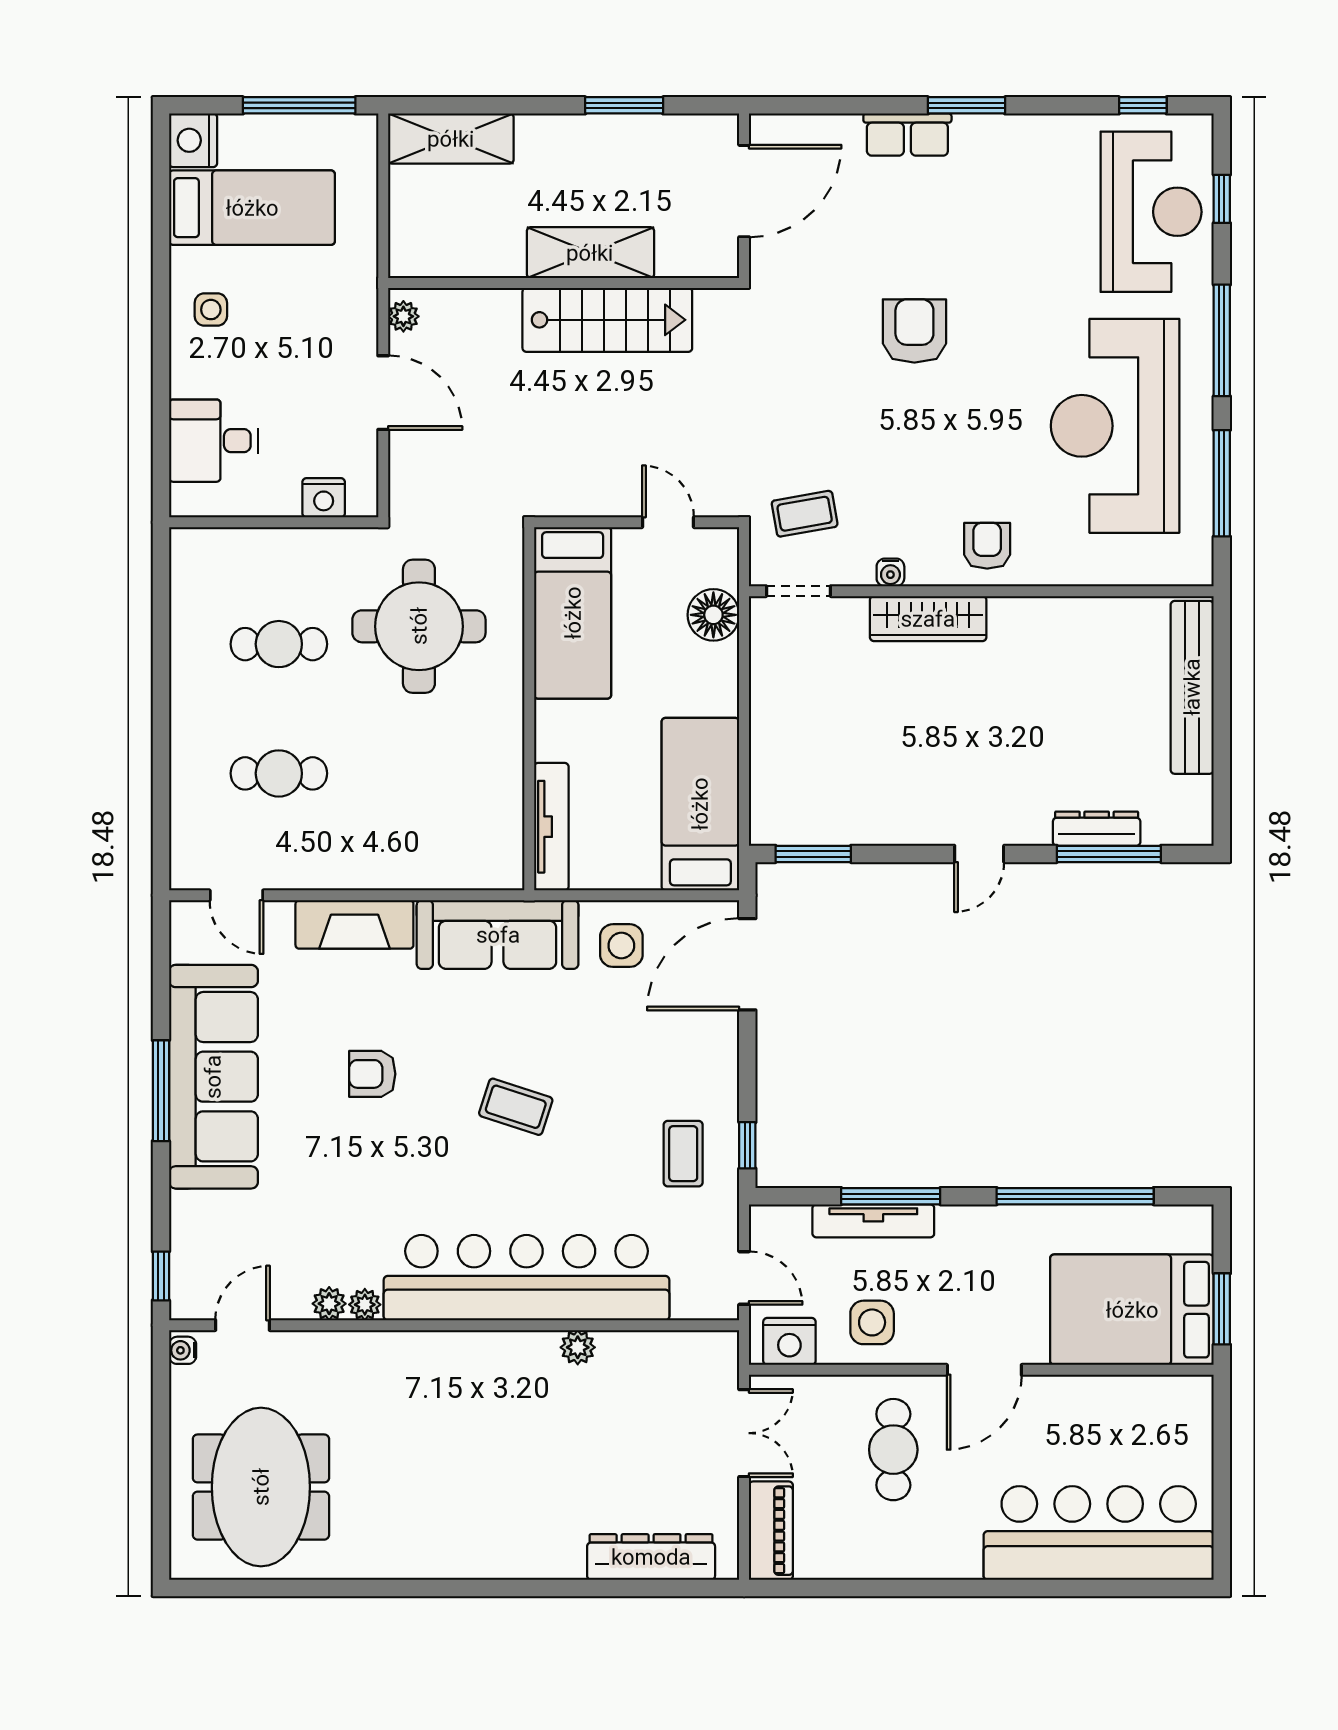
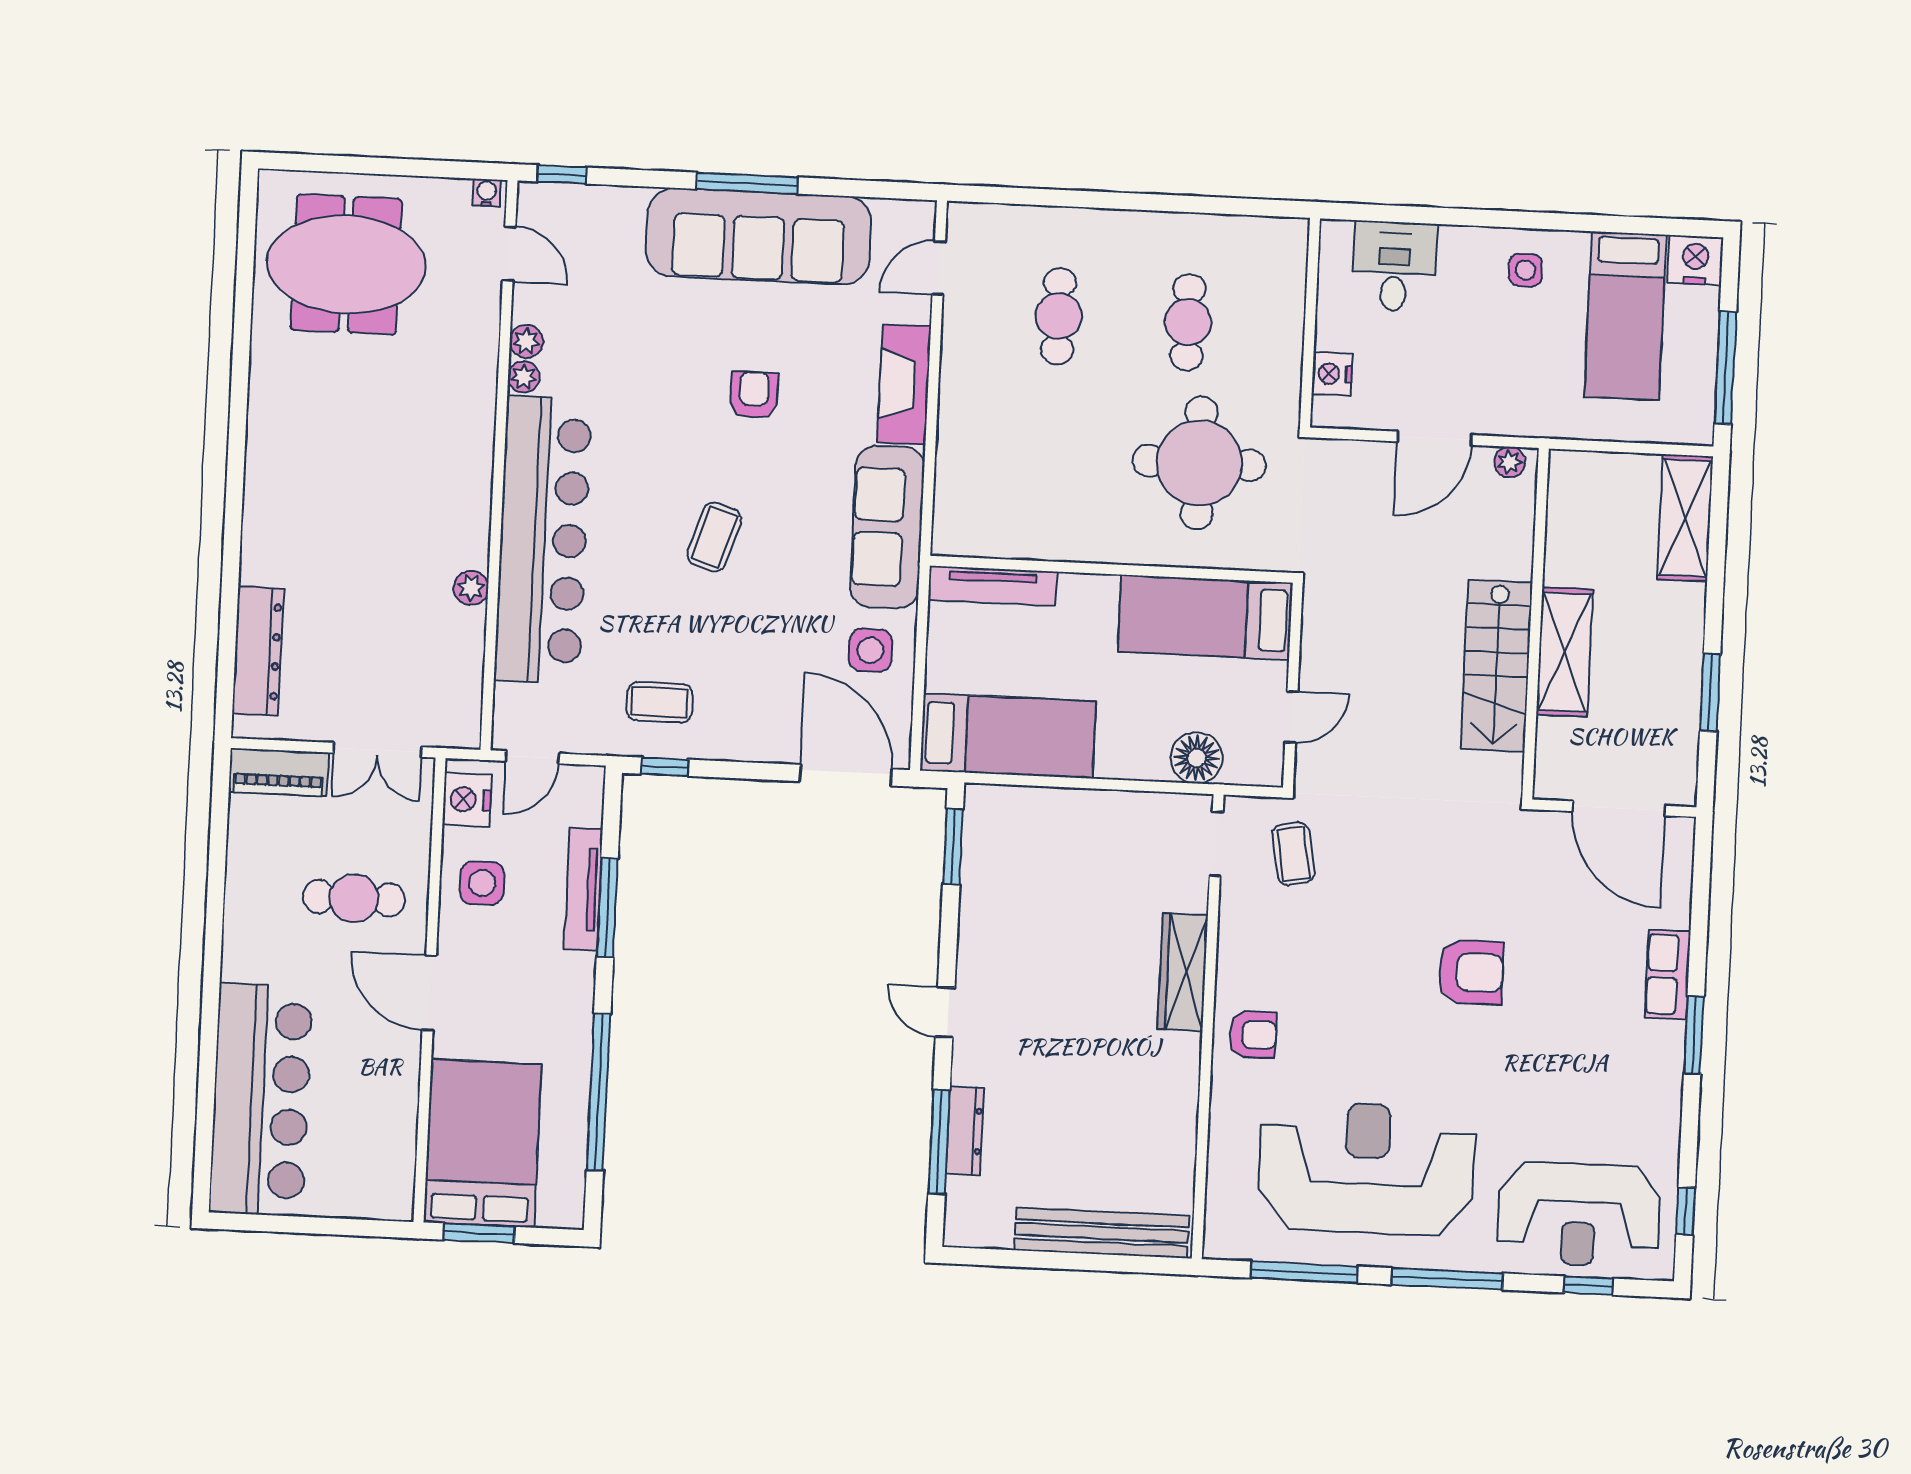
water cooler: (890, 572) -> (1231, 937), removed

